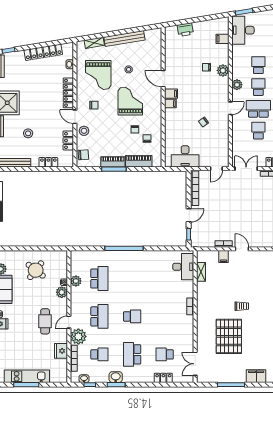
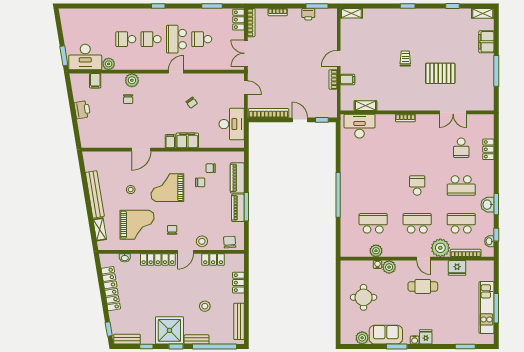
printer: (185, 30) -> (82, 110), moved
plant: (237, 85) -> (109, 64), moved
filing cabinet: (171, 94) -> (187, 140), moved, width x2.00
door: (230, 108) -> (176, 72), hinge flipped
round table: (36, 270) -> (364, 297), turned -38
pallet: (229, 336) -> (440, 73), width x0.73, depth x0.71
school desk: (99, 354) -> (461, 223), width x1.85
double door: (195, 364) -> (453, 112), moved

